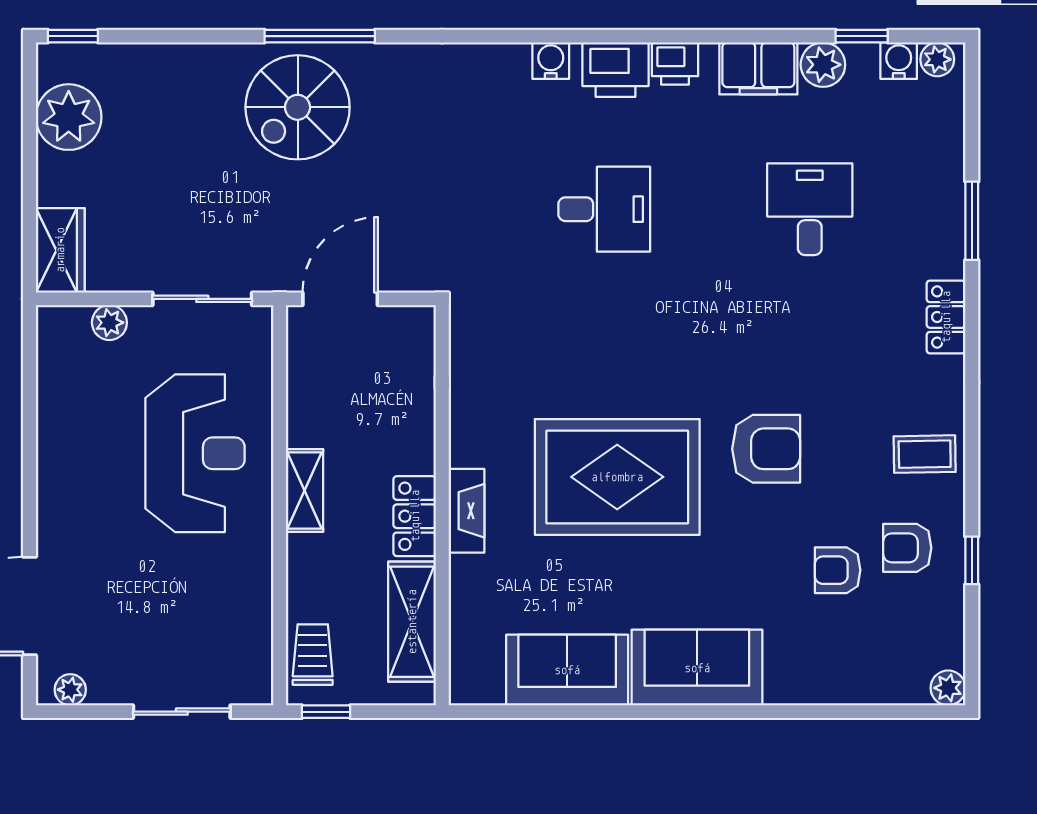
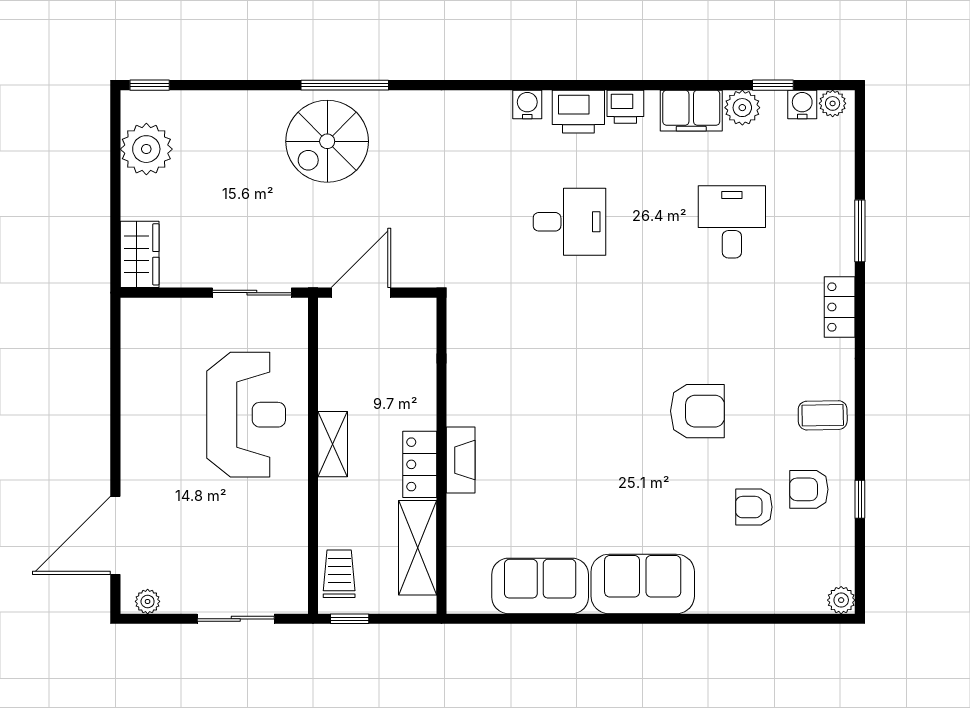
plant: (109, 323) -> (179, 311), removed
rug: (617, 477) -> (580, 433), removed

